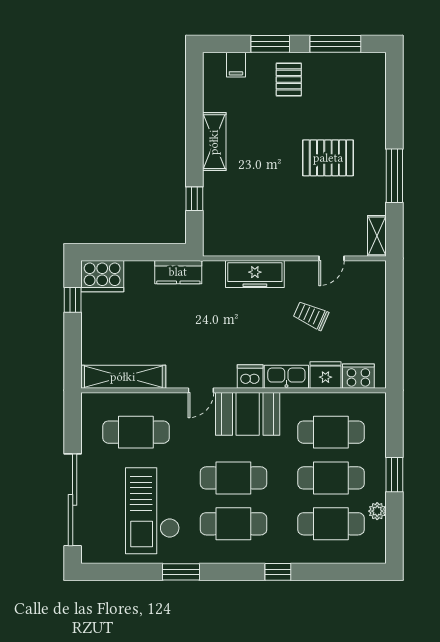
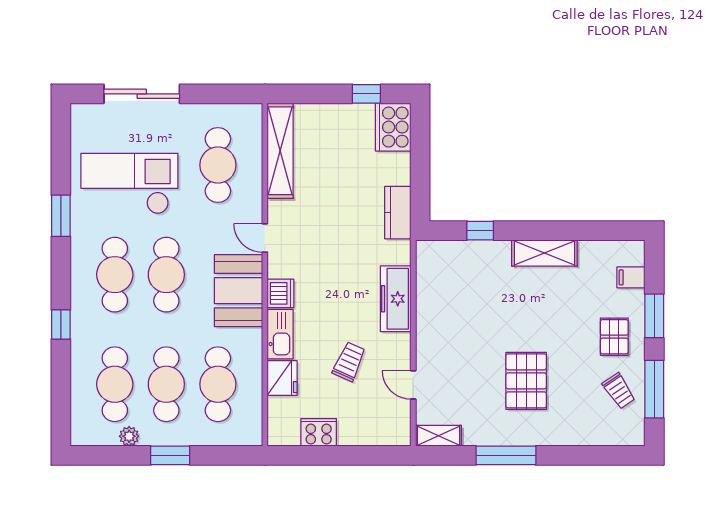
trolley: (337, 75) -> (619, 391), added
pallet: (289, 79) -> (614, 337), turned 90
cooker: (358, 376) -> (319, 432), moved, turned -90
sliding door: (73, 500) -> (142, 94), width x0.73

